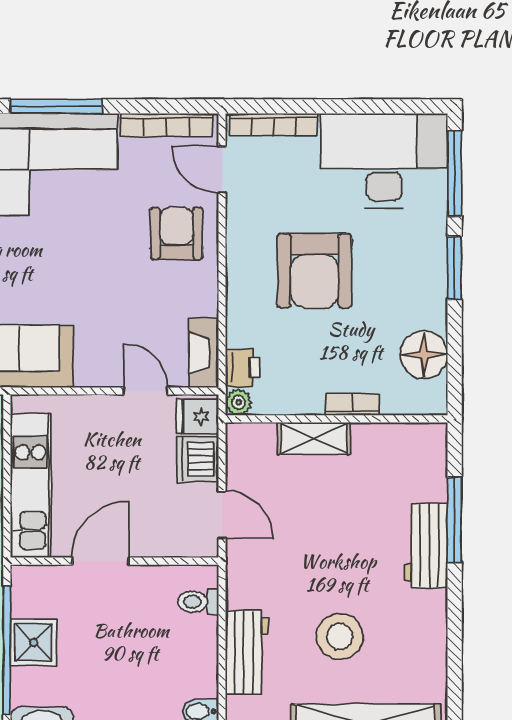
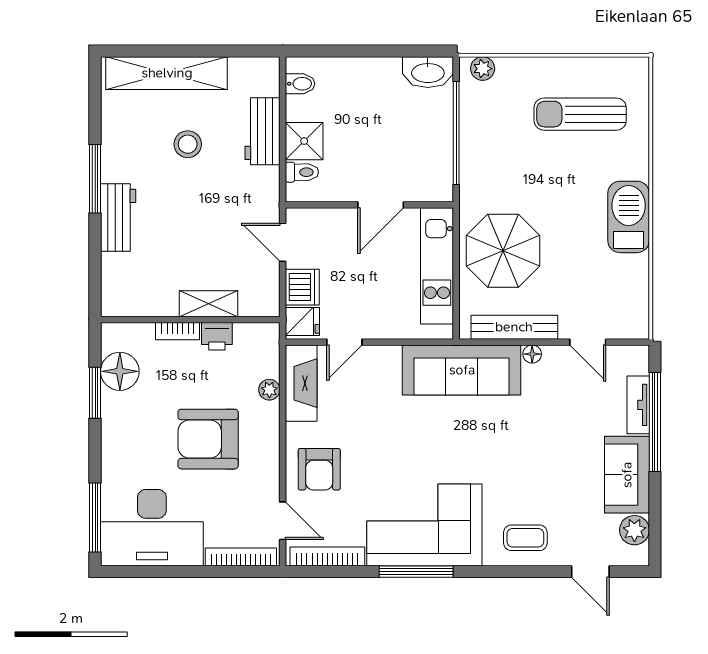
window: (455, 268) -> (95, 393), moved
armchair: (314, 271) -> (208, 439), turned -90
fireplace: (204, 353) -> (301, 383), width x1.37, depth x1.32
printer: (243, 368) -> (217, 336), moved, turned -90
door: (145, 391) -> (344, 342), hinge flipped
plant: (238, 402) -> (269, 390), moved
window: (455, 520) -> (95, 179), moved
stool: (340, 636) -> (188, 144), width x0.73, depth x0.73
shower: (34, 643) -> (304, 141), moved

